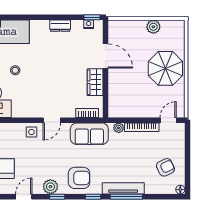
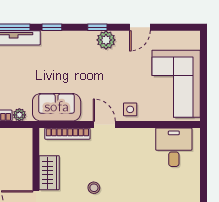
stool: (15, 70) -> (94, 188), moved
bookcase: (87, 113) -> (67, 134), width x1.56
door: (52, 120) -> (104, 124), hinge flipped
armchair: (79, 178) -> (70, 51), removed

